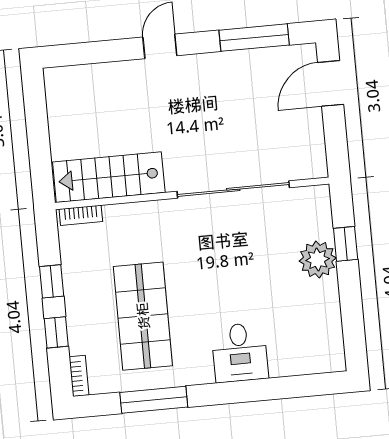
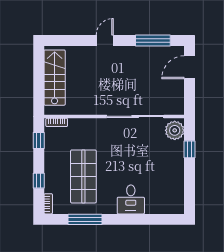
stairs: (109, 177) -> (55, 78), moved, turned 90
plant: (318, 260) -> (175, 130), moved
window: (52, 281) -> (39, 140), moved

